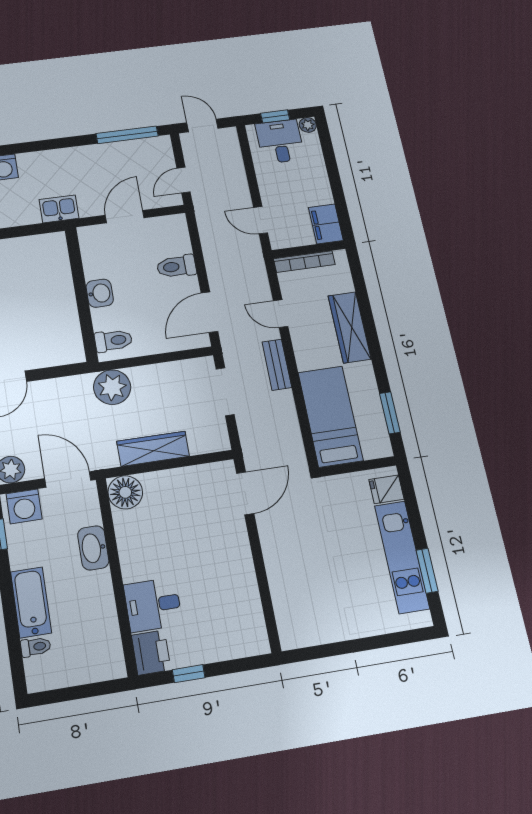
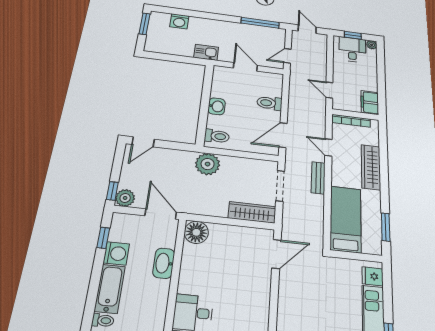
door: (125, 217) -> (245, 67), hinge flipped
wardrobe: (153, 449) -> (252, 212), moved
washing machine: (24, 506) -> (116, 253), moved, turned -90

